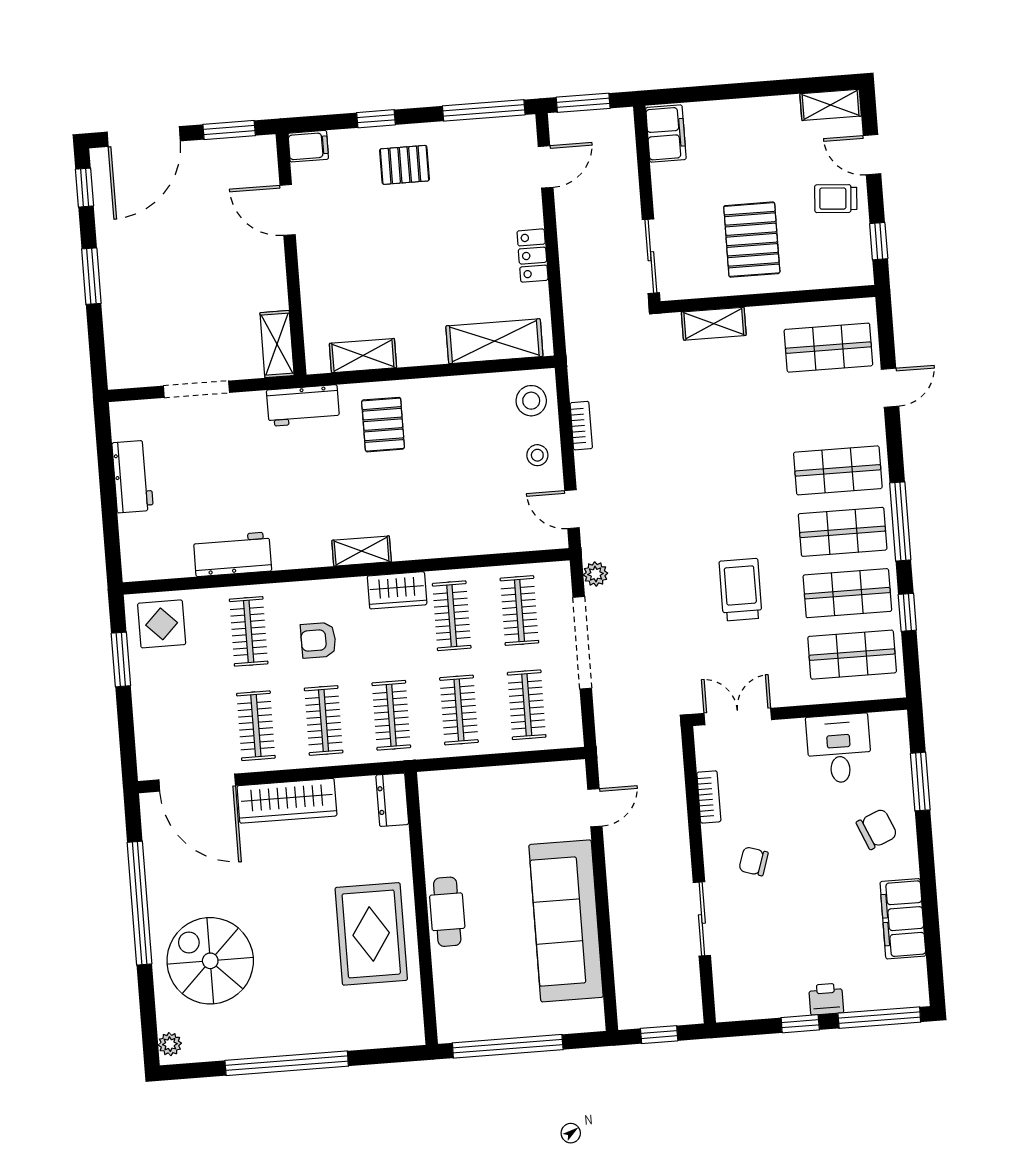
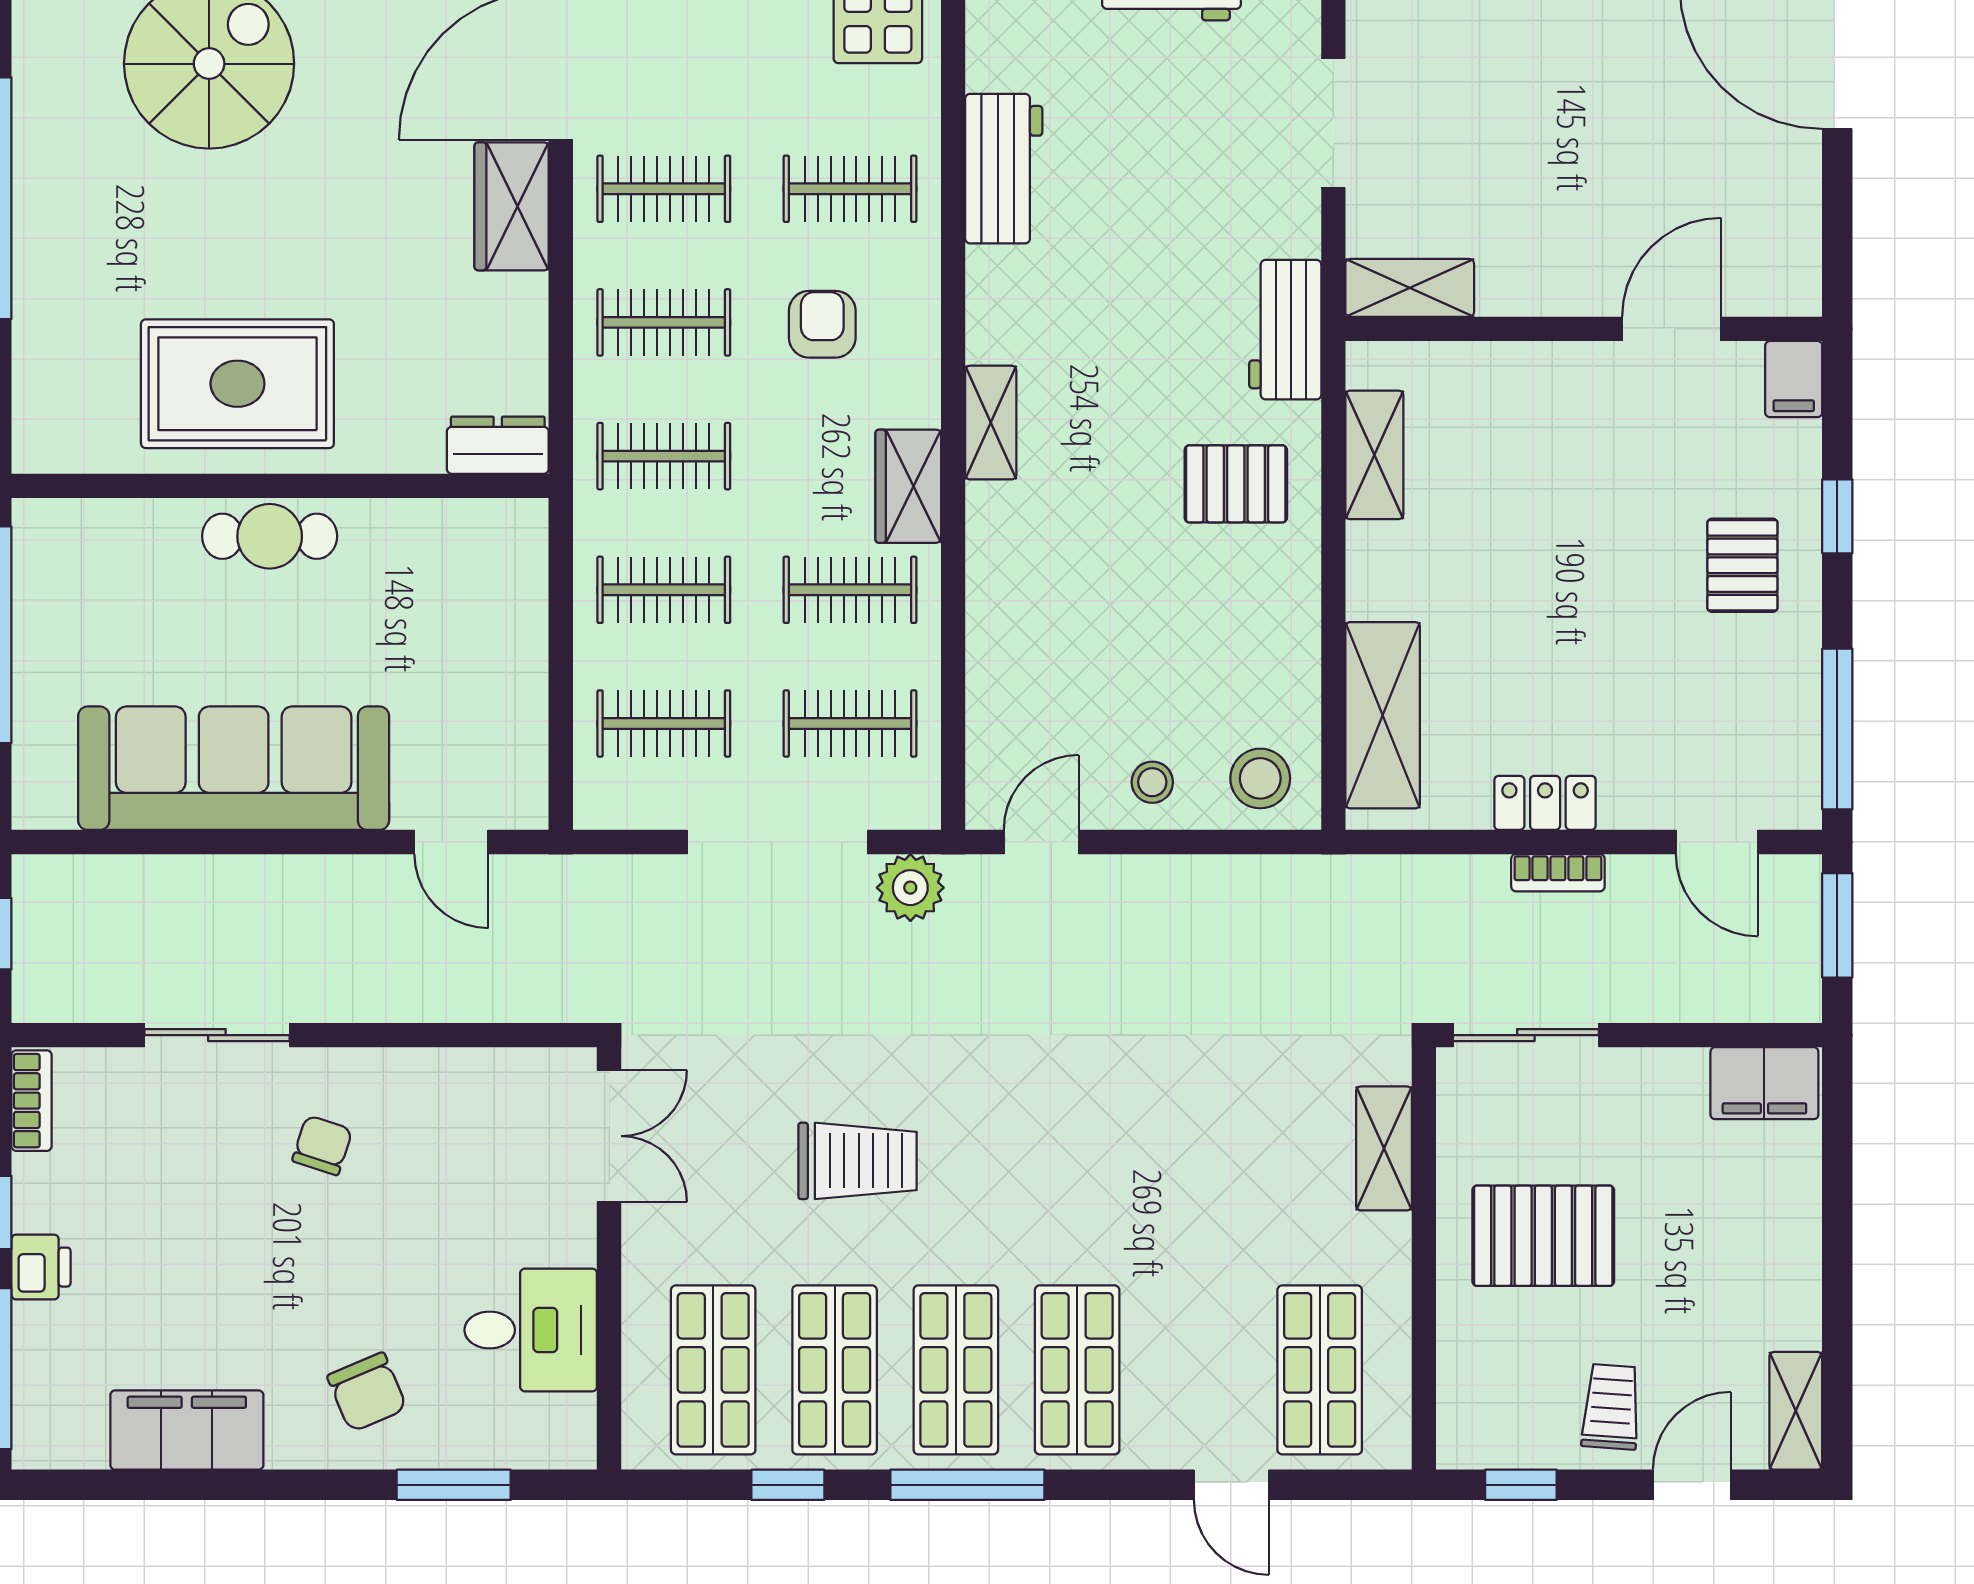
window: (229, 130) -> (1837, 226), removed
bookcase: (581, 426) -> (1558, 873), moved
plant: (596, 574) -> (910, 888), width x1.38, depth x1.38
bookcase: (709, 797) -> (32, 1101), moved, turned -90
wardrobe: (287, 801) -> (512, 206), width x0.67

